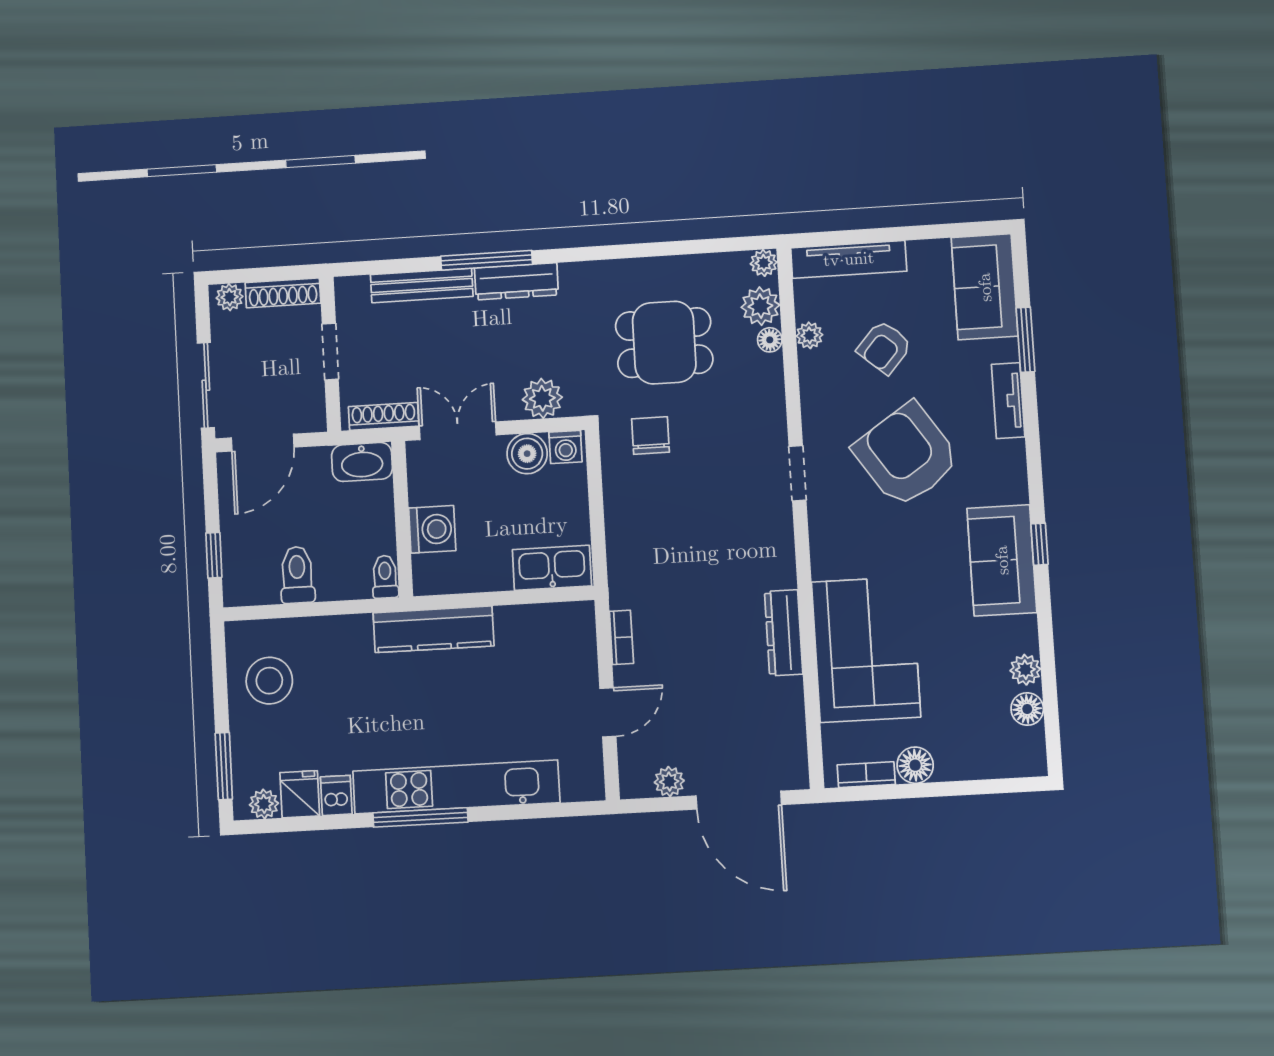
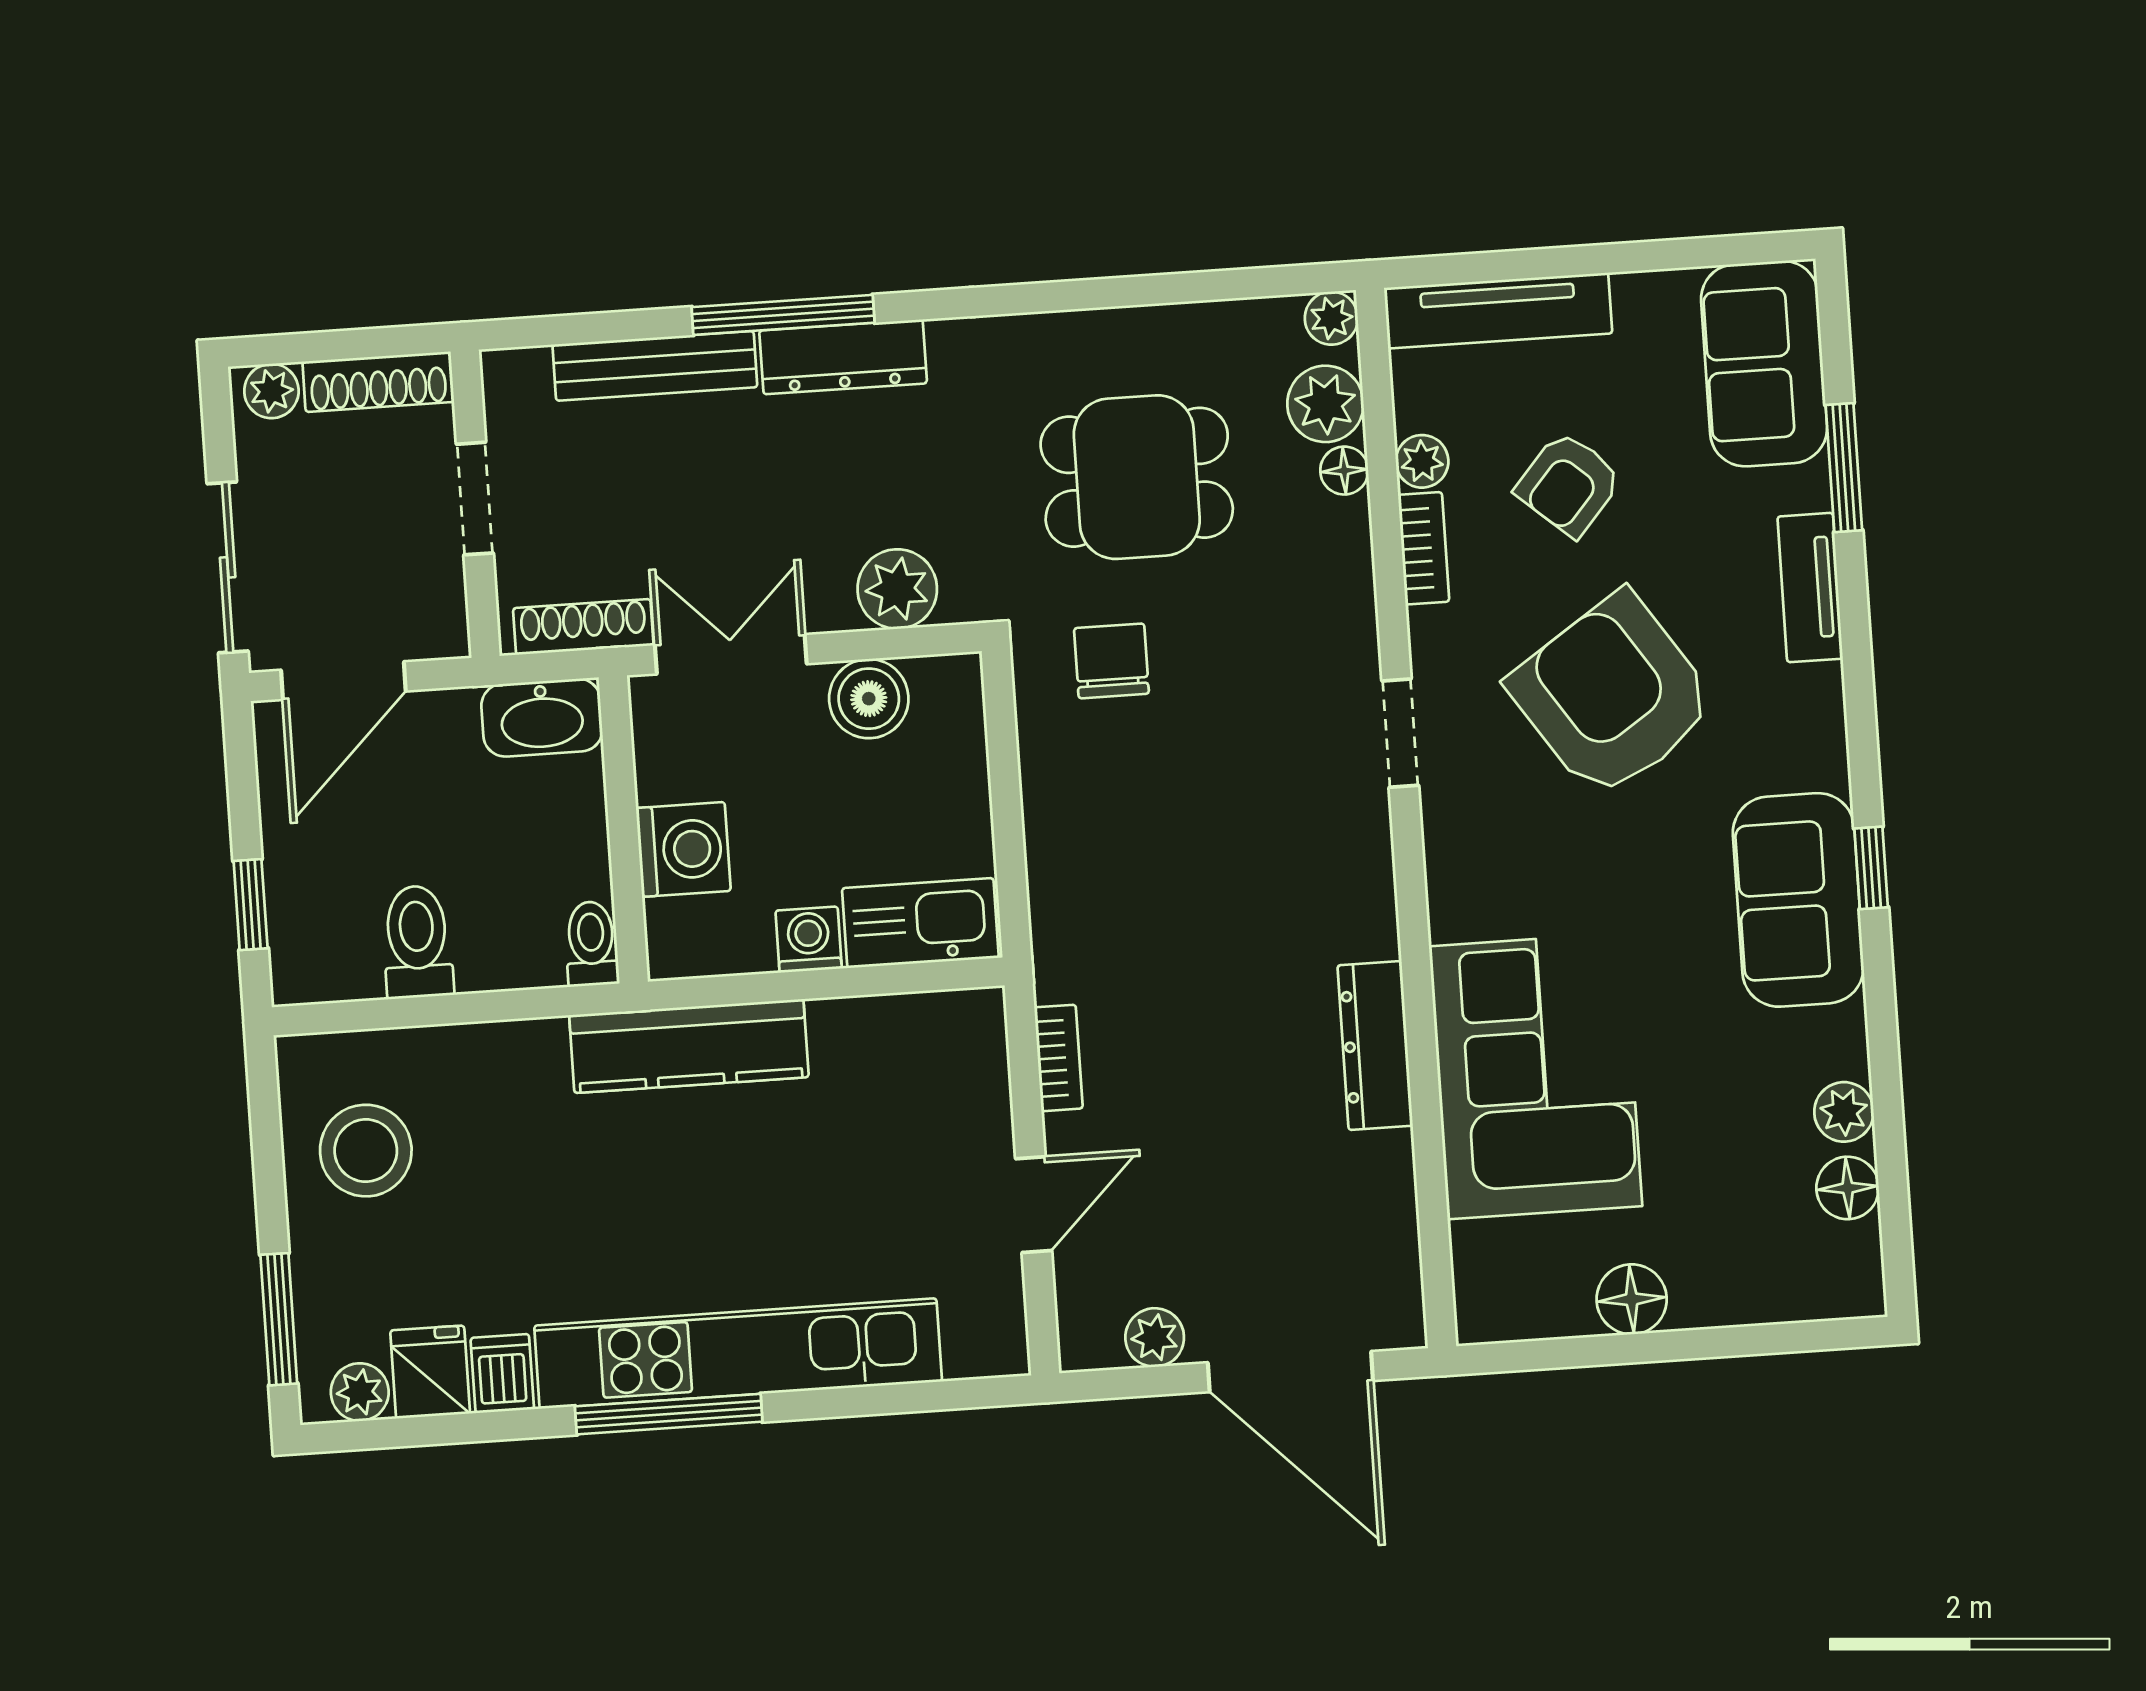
washing machine: (566, 447) -> (809, 940), moved, turned 180
bookcase: (866, 775) -> (1424, 548), moved, turned 90

